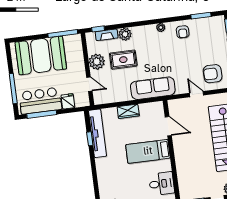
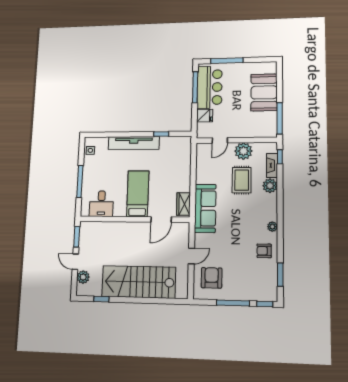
booth: (41, 55) -> (264, 92), width x0.73, depth x0.70
wardrobe: (128, 111) -> (183, 204), moved
tv unit: (97, 133) -> (134, 143), moved

